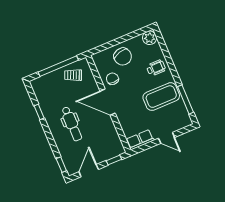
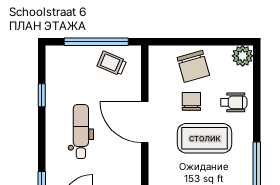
chair: (112, 79) -> (191, 101), moved
coffee table: (161, 97) -> (205, 138), moved
dental chair: (72, 124) -> (81, 131), turned 180

